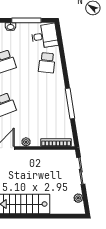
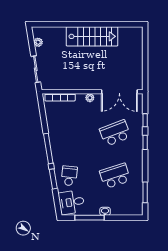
window: (63, 60) -> (53, 179), added
window: (70, 103) -> (48, 149), moved

